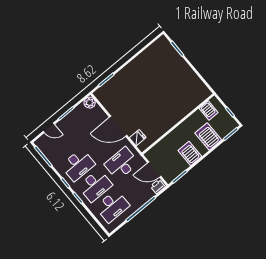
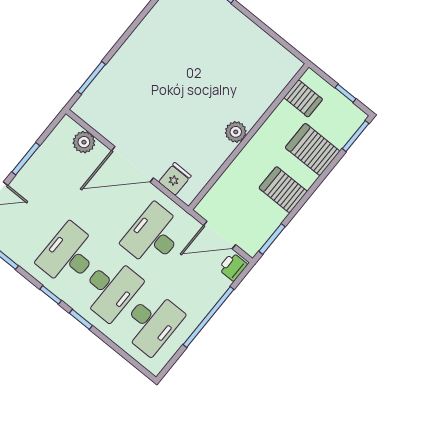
plant: (90, 103) -> (84, 142), moved
plant: (172, 120) -> (236, 132), added
desk: (78, 165) -> (69, 255), turned 180

